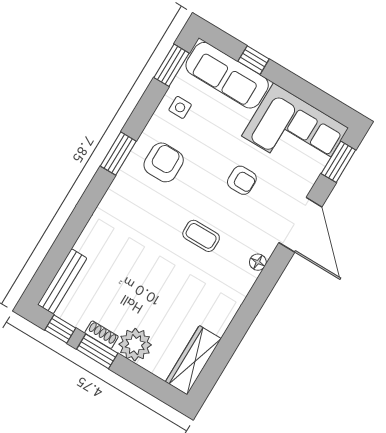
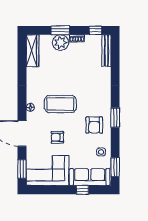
coffee table: (201, 236) -> (60, 104), width x1.86, depth x1.72
window: (97, 351) -> (60, 30), moved

